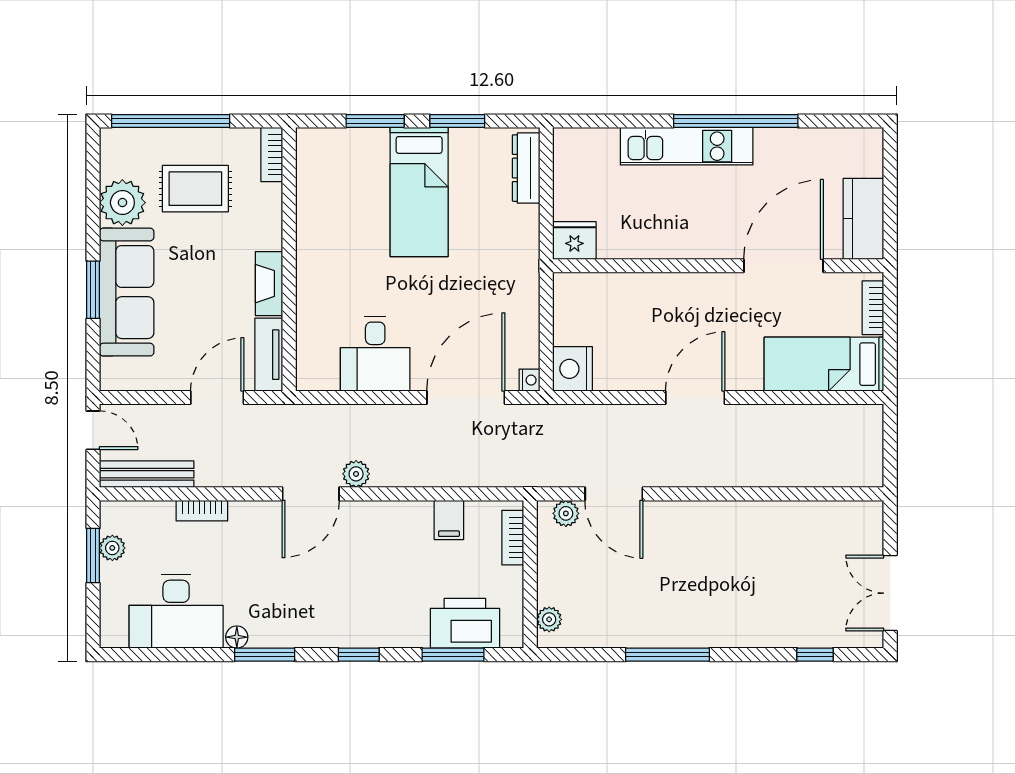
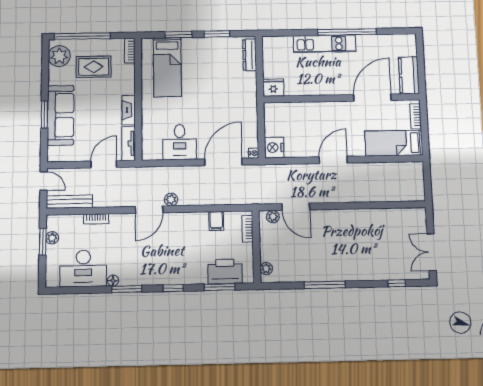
bed: (419, 192) -> (167, 67), moved
plant: (122, 203) -> (59, 56), moved

